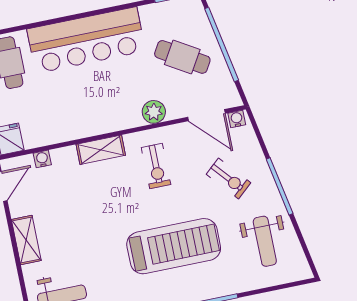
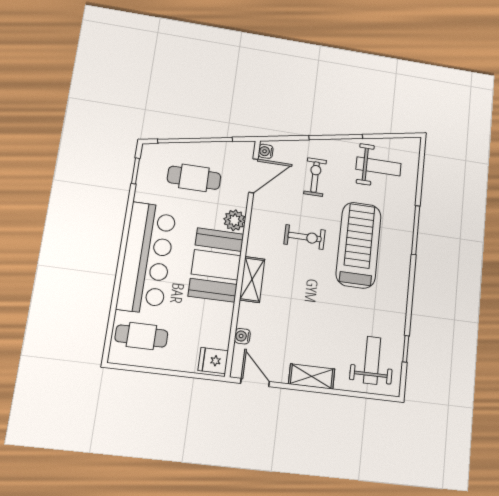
cafe table: (182, 57) -> (194, 178), turned 59
booth: (103, 109) -> (216, 265), added
exercise bike: (156, 166) -> (305, 237), moved
exercise bike: (229, 179) -> (315, 177), turned -49

